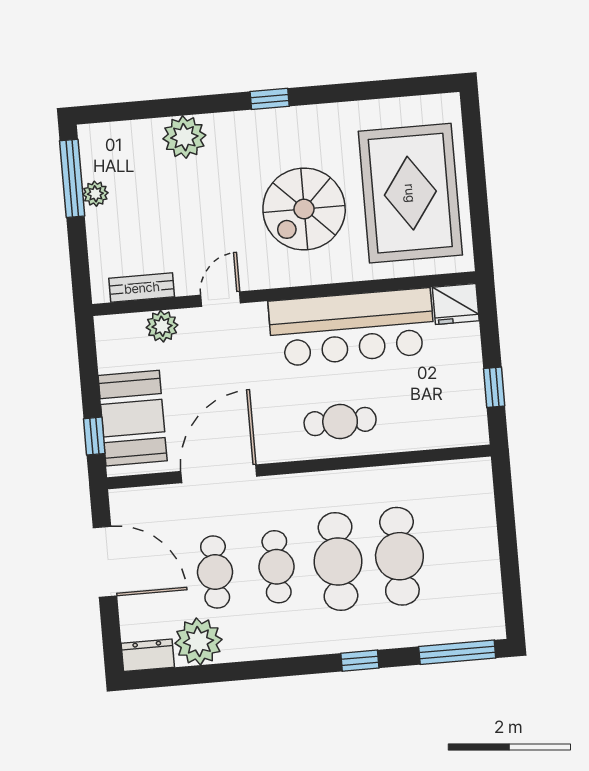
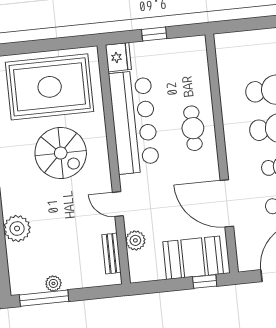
window: (494, 387) -> (154, 34), moved

